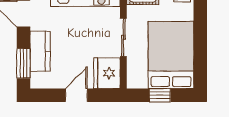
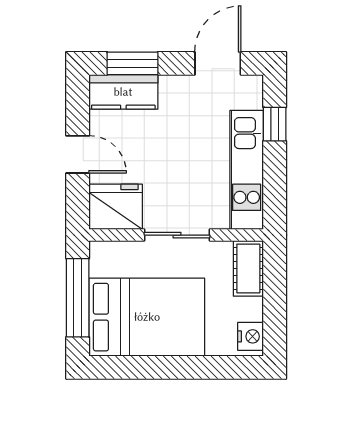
kitchen counter: (40, 51) -> (123, 92), moved
window: (160, 95) -> (78, 298), width x2.17

